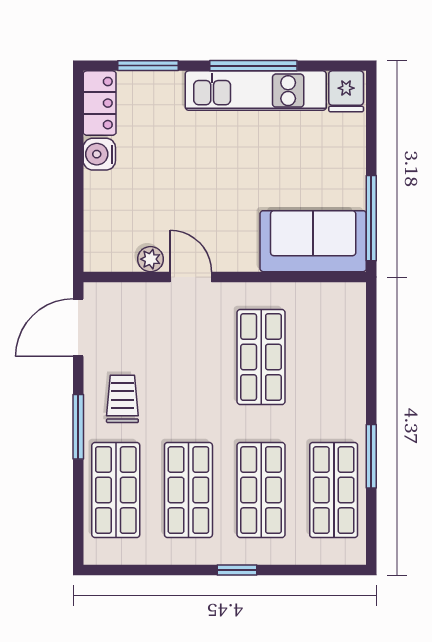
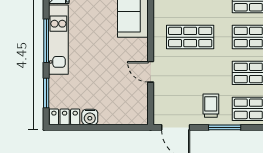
plant: (151, 259) -> (142, 92), removed
door: (191, 277) -> (151, 72), hinge flipped
trolley: (122, 399) -> (211, 106), turned 90

